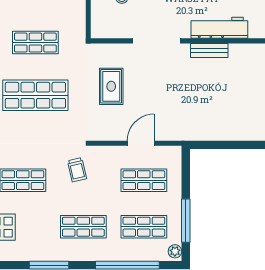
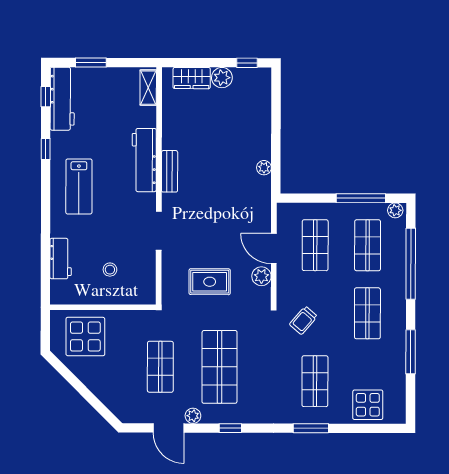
doorway: (157, 41) -> (159, 231), width x0.73
plant: (116, 132) -> (261, 276), added
plant: (213, 134) -> (264, 168), added
trolley: (77, 170) -> (303, 320), turned 144

